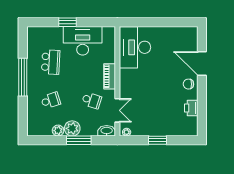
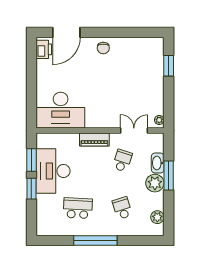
window: (92, 22) -> (31, 160), added
door: (202, 63) -> (66, 32), moved
printer: (191, 108) -> (44, 49), moved, turned -90
plant: (58, 131) -> (157, 217), moved
washbasin: (107, 131) -> (158, 163), moved
window: (158, 140) -> (169, 66), moved

